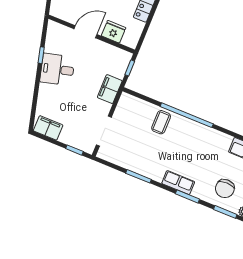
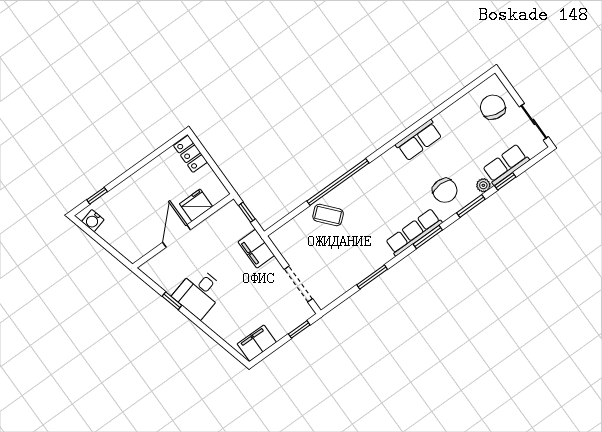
coffee table: (161, 122) -> (328, 215), turned -41
row of seats: (178, 183) -> (414, 232), width x1.48

